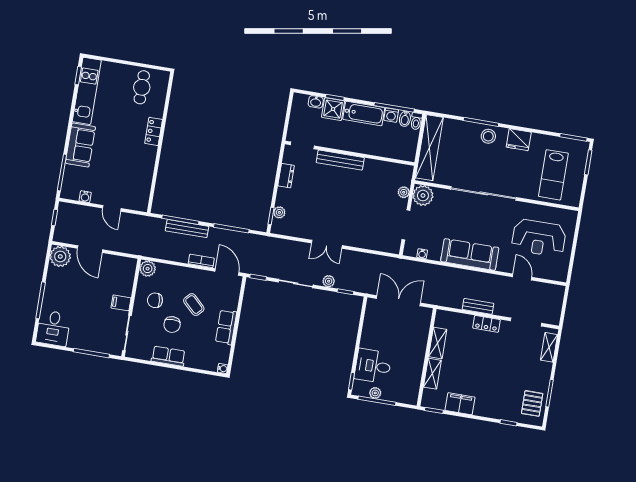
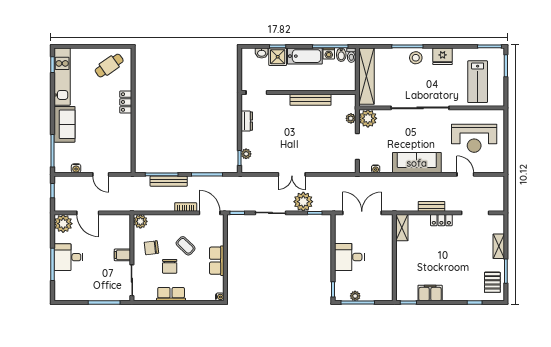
cafe table: (142, 87) -> (109, 66), turned 55
bench: (340, 160) -> (310, 100), moved
plant: (329, 281) -> (303, 202), width x1.88, depth x1.88
desk: (53, 328) -> (69, 257), moved, turned 90
shelving: (438, 343) -> (402, 228), moved
shelving: (549, 347) -> (499, 246), moved
desk: (373, 366) -> (349, 257), moved
shelving: (432, 374) -> (402, 271), removed

